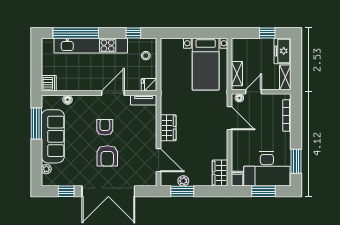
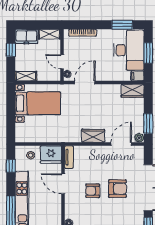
shelving: (237, 74) -> (26, 76), moved
fridge: (149, 85) -> (51, 155), width x1.88, depth x1.34
plant: (183, 181) -> (139, 138), moved

